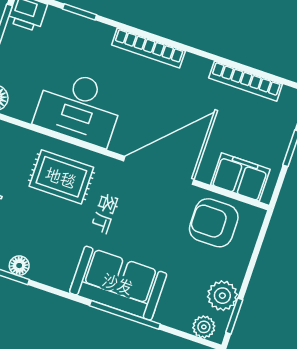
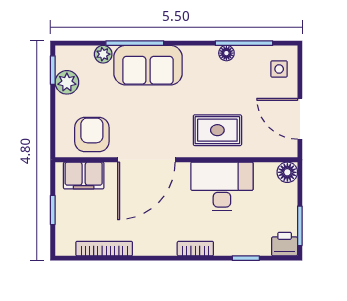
bookcase: (148, 48) -> (195, 249), width x0.64
armchair: (214, 223) -> (92, 135), turned -90
plant: (204, 327) -> (103, 54), moved

